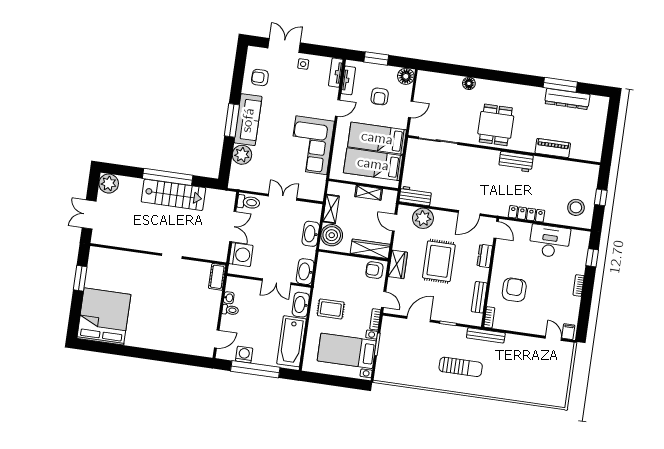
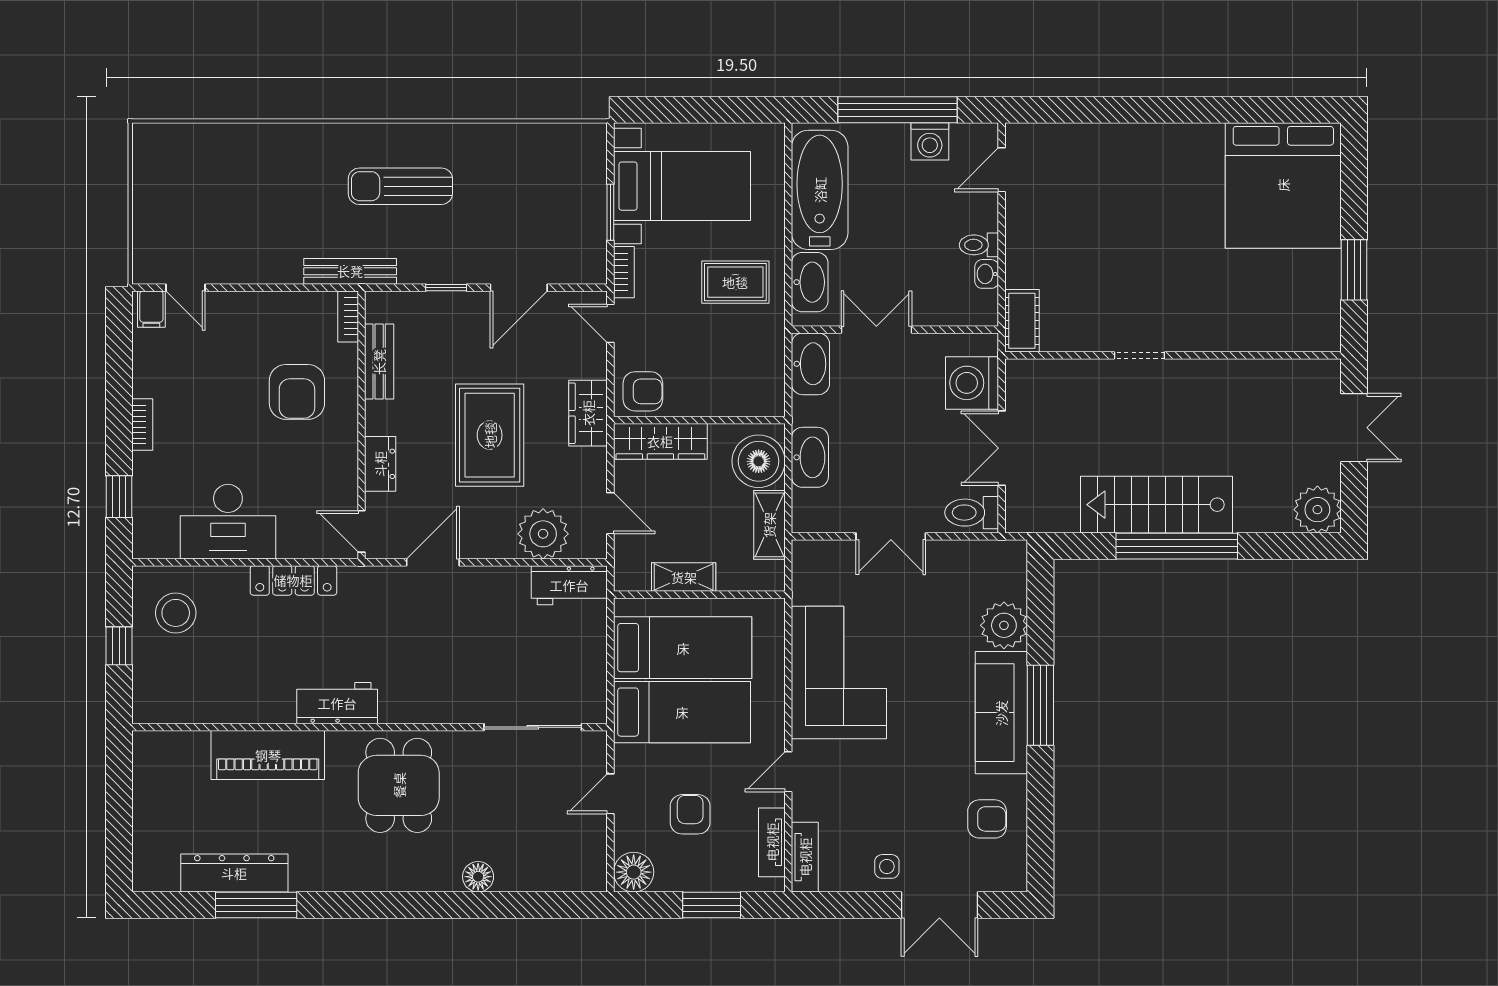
piano: (553, 148) -> (268, 755), width x1.37, depth x1.33

